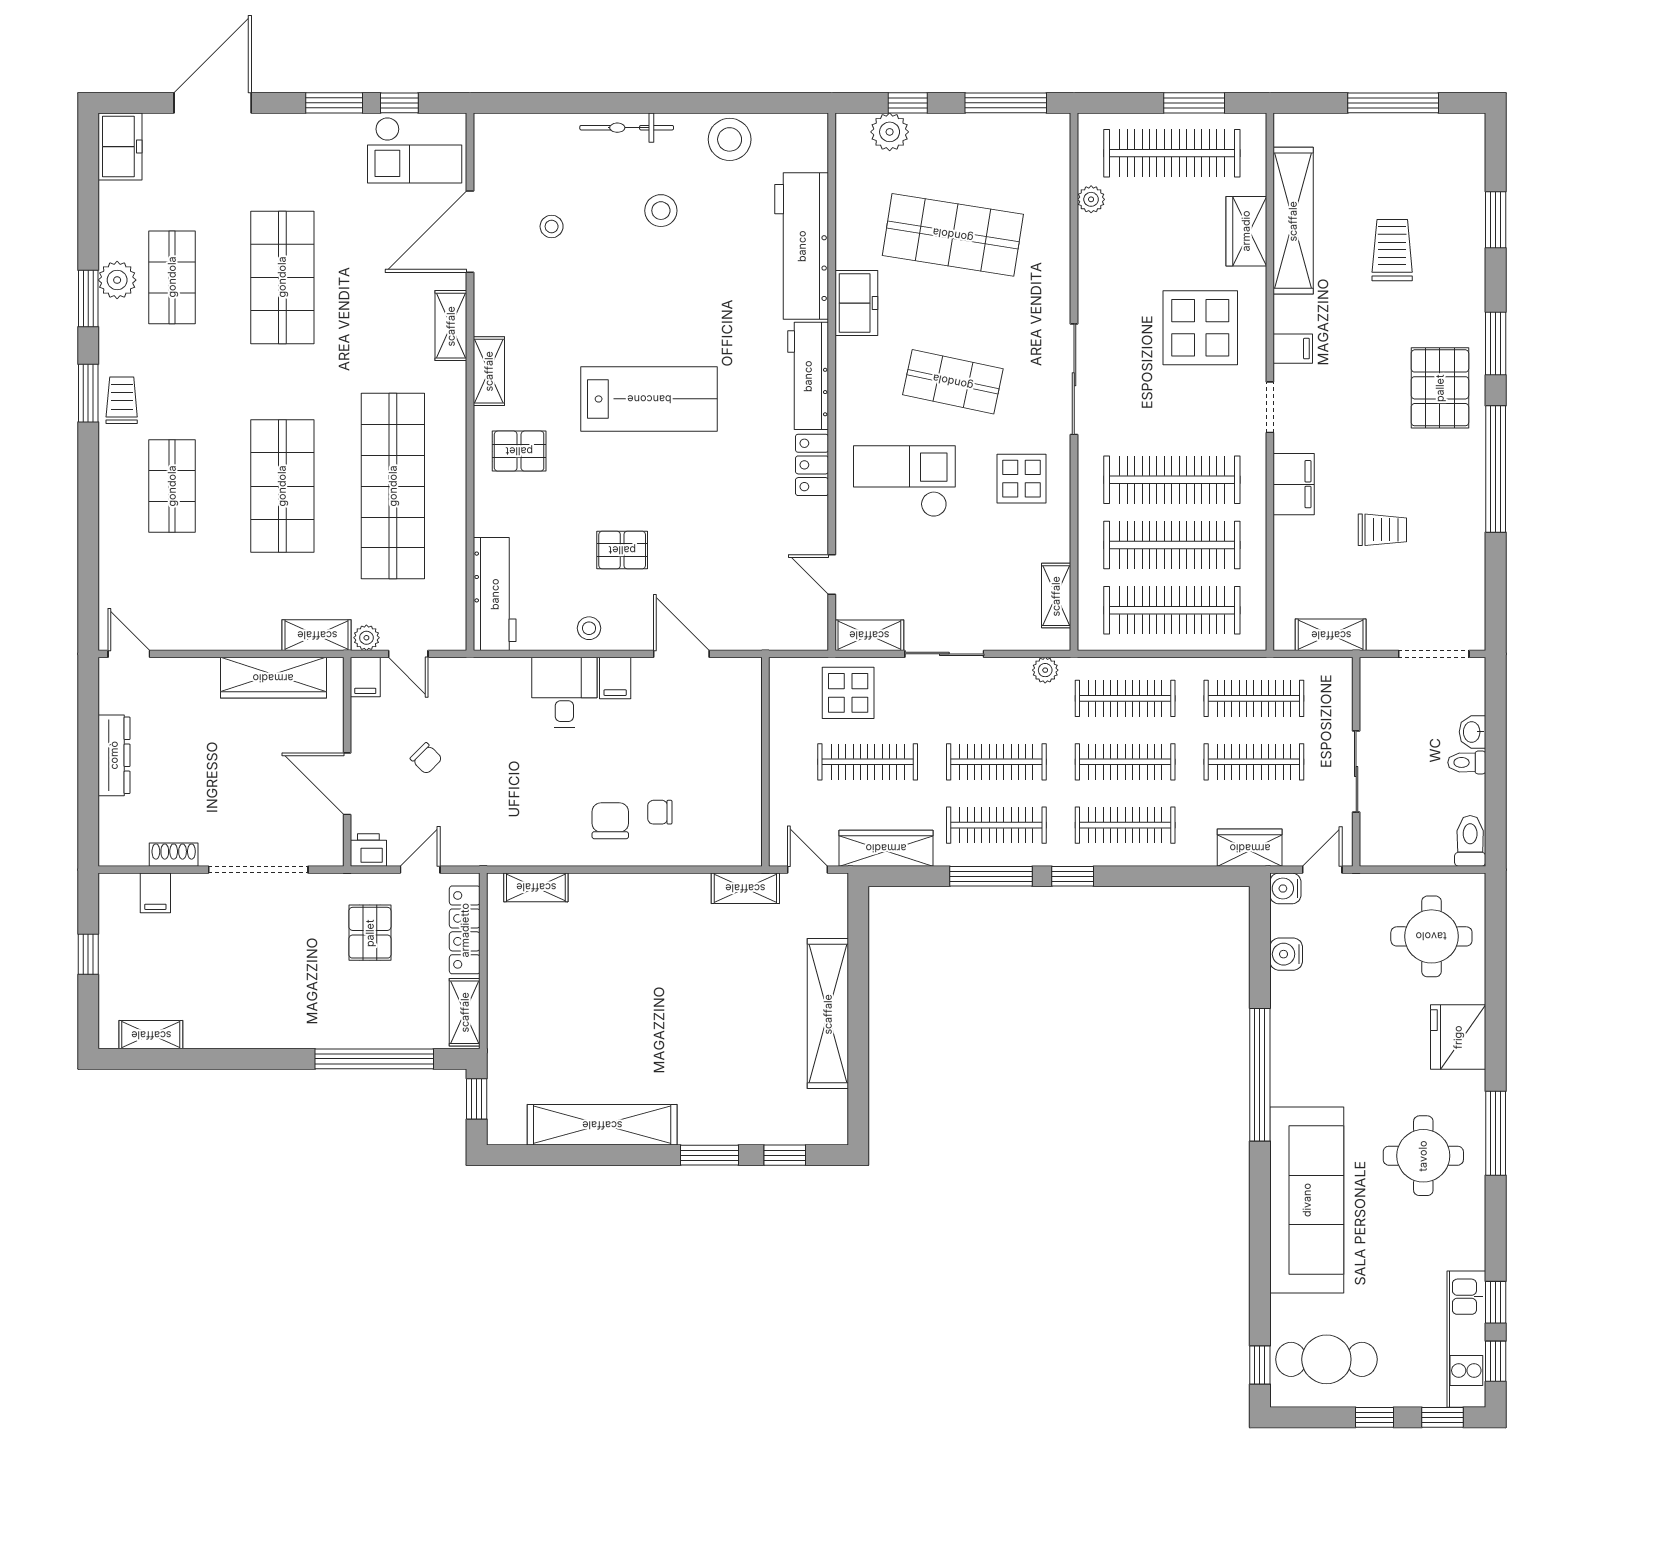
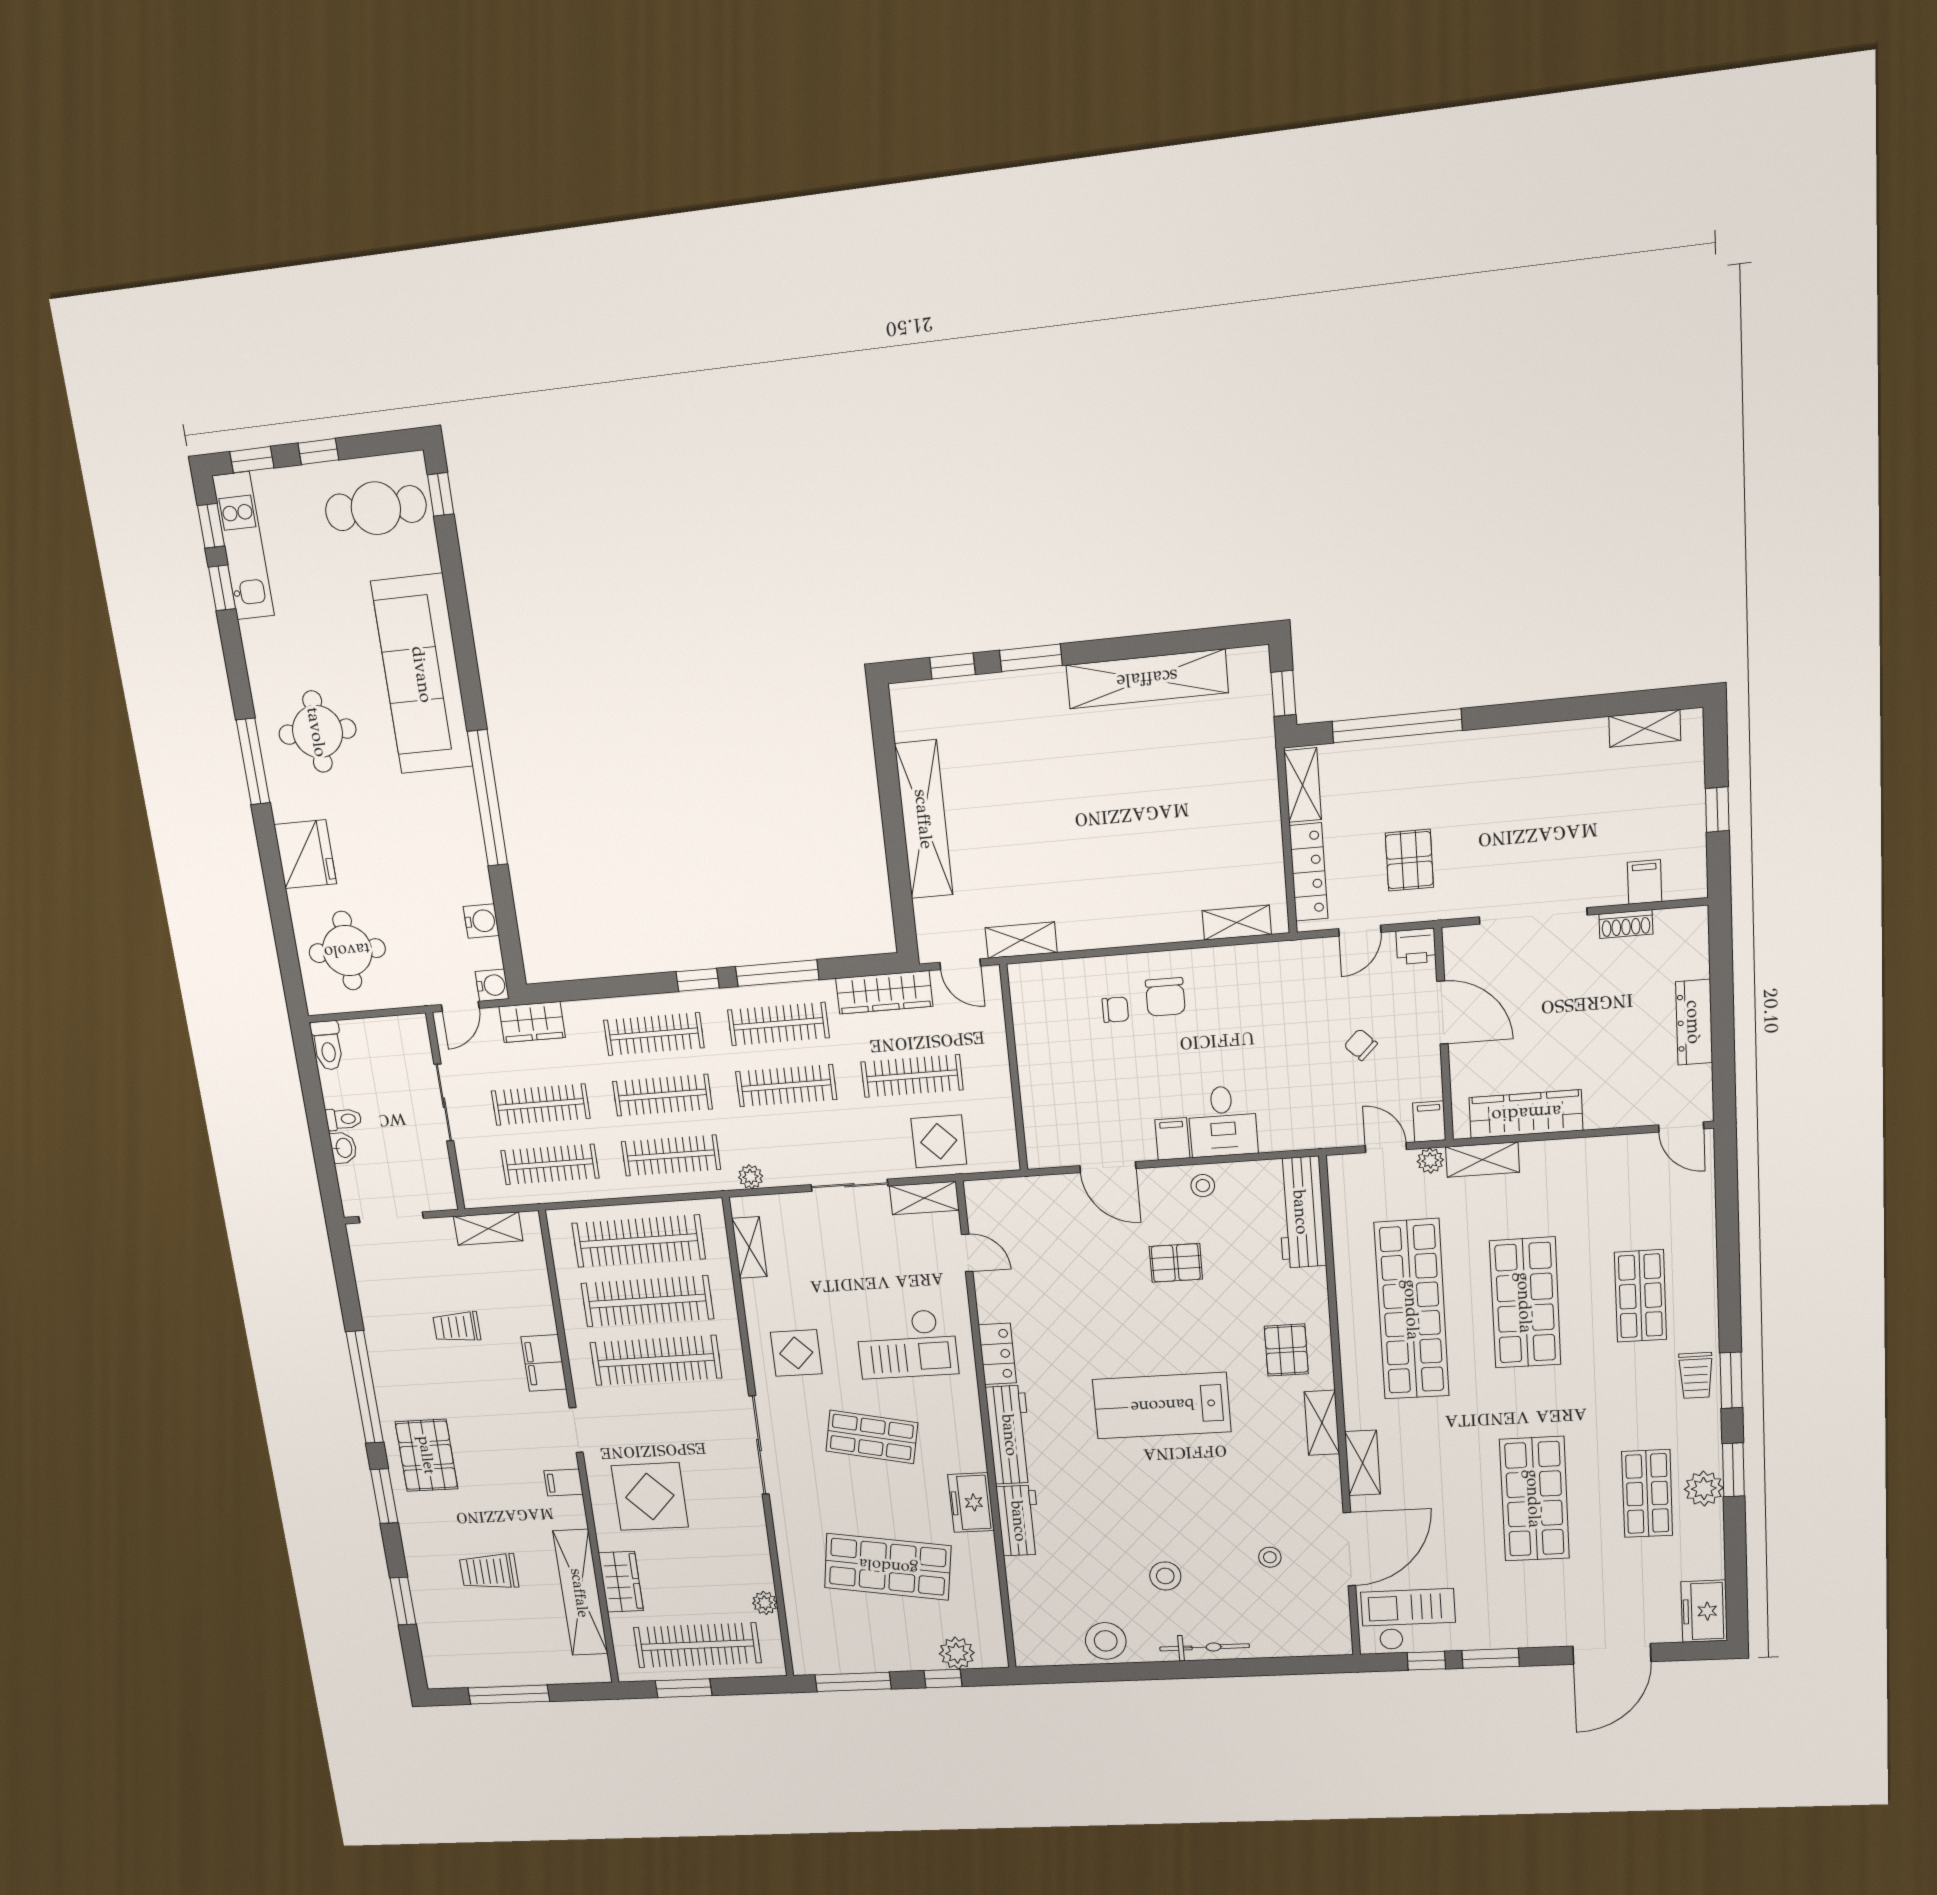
workbench: (802, 246) -> (1019, 1521), width x0.53, depth x0.76
trolley: (1392, 250) -> (489, 1571), turned 90
pallet: (519, 451) -> (1286, 1350), turned 90

